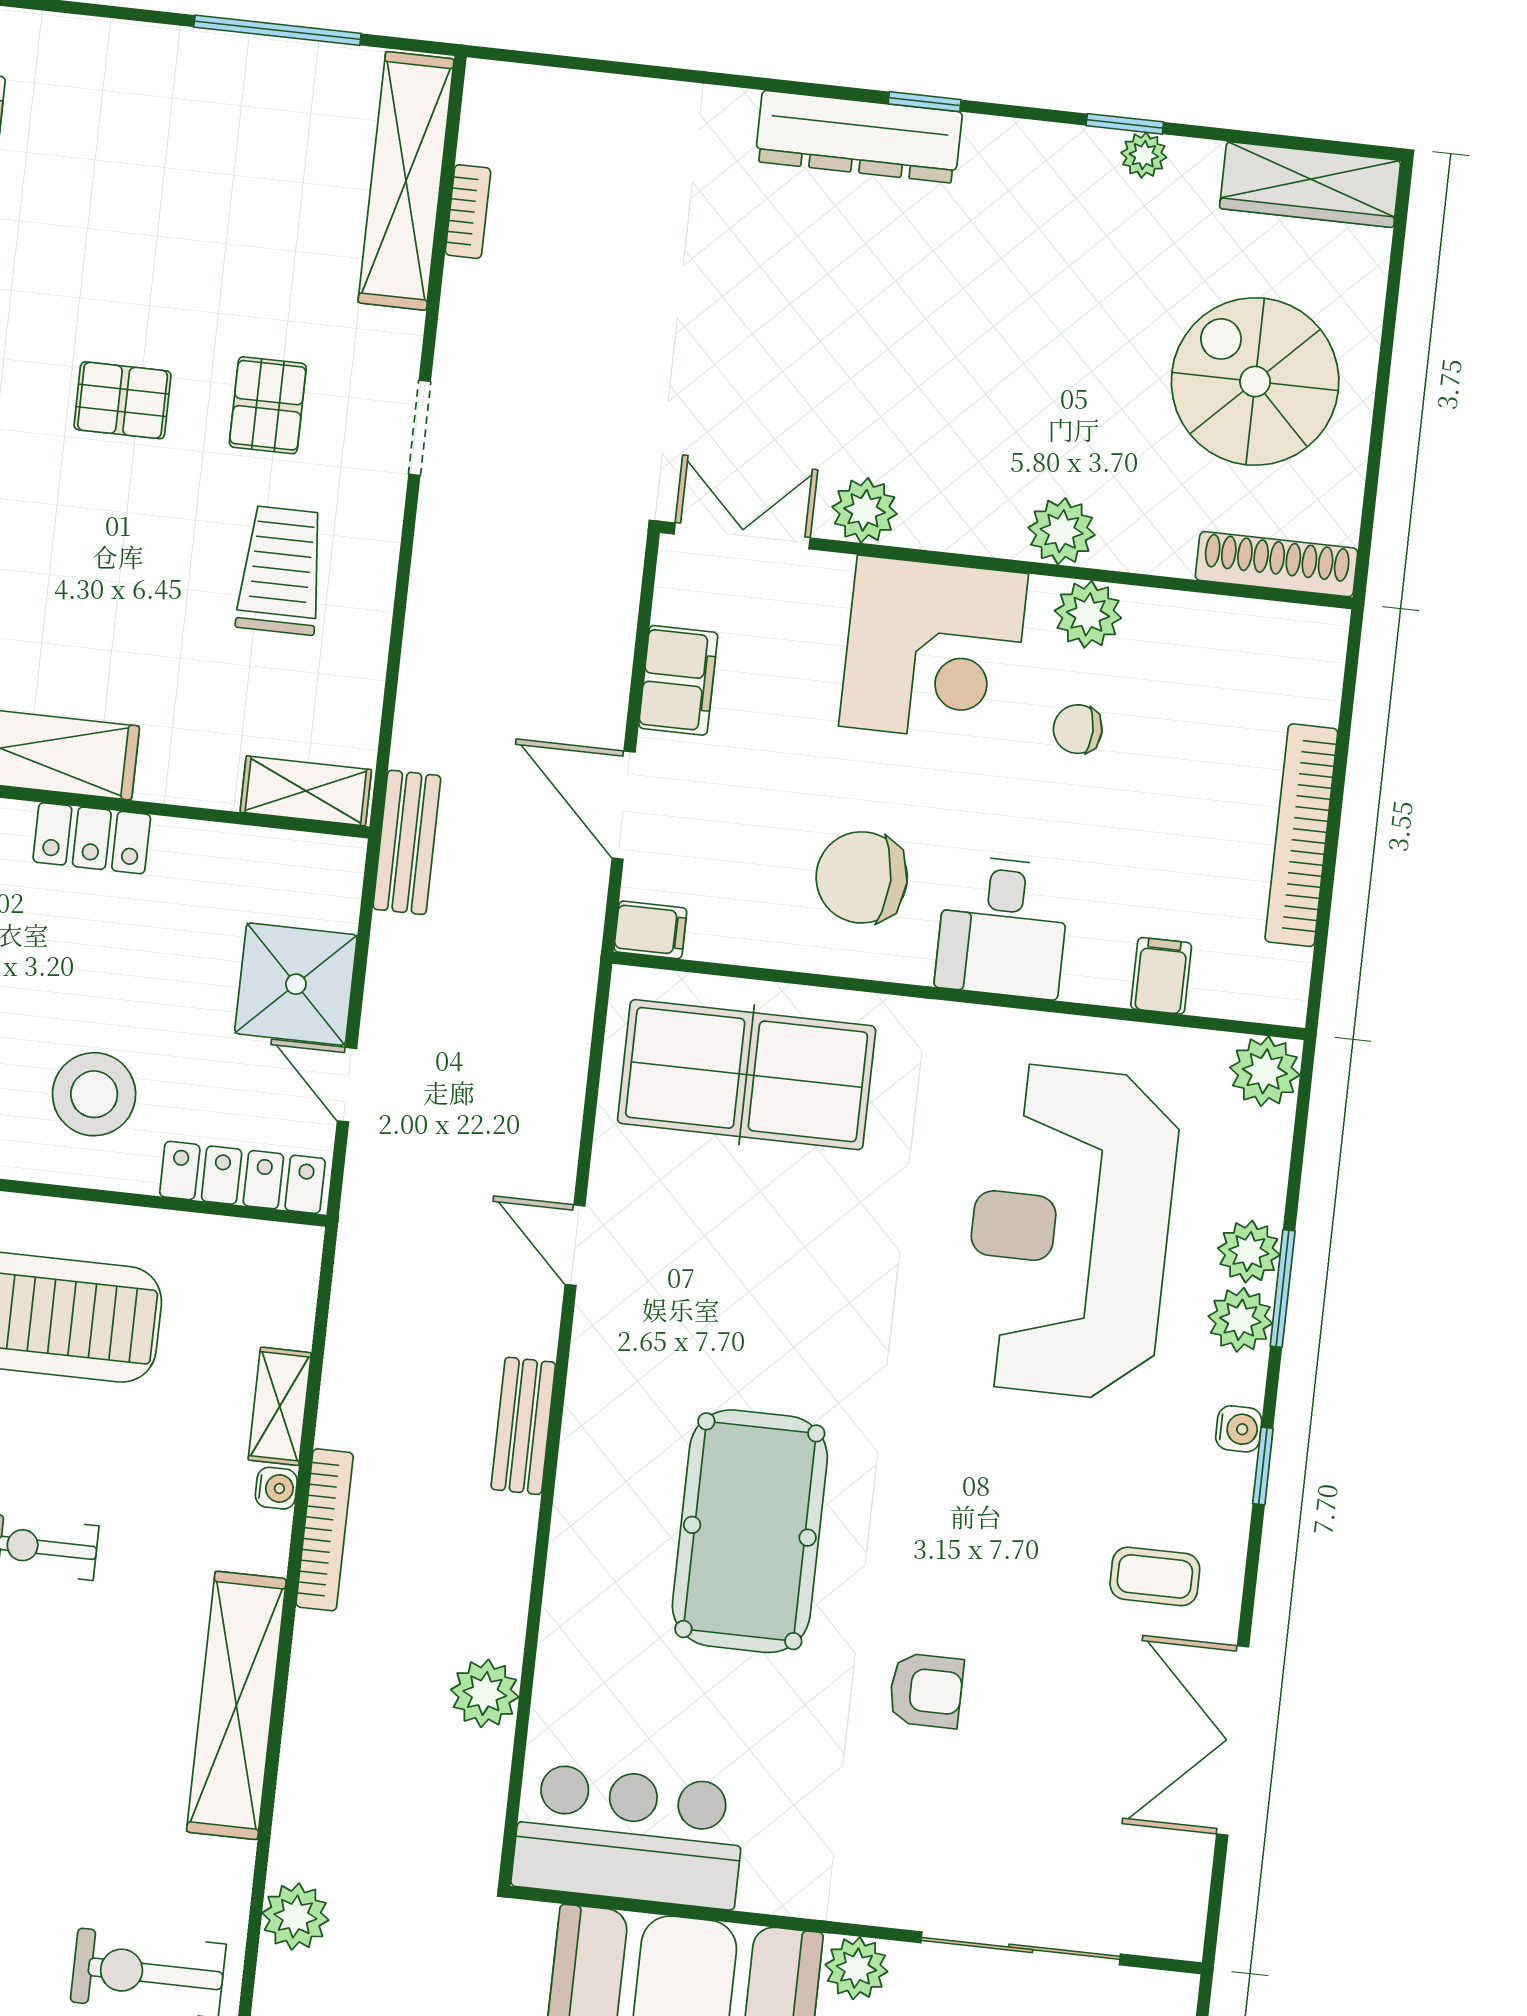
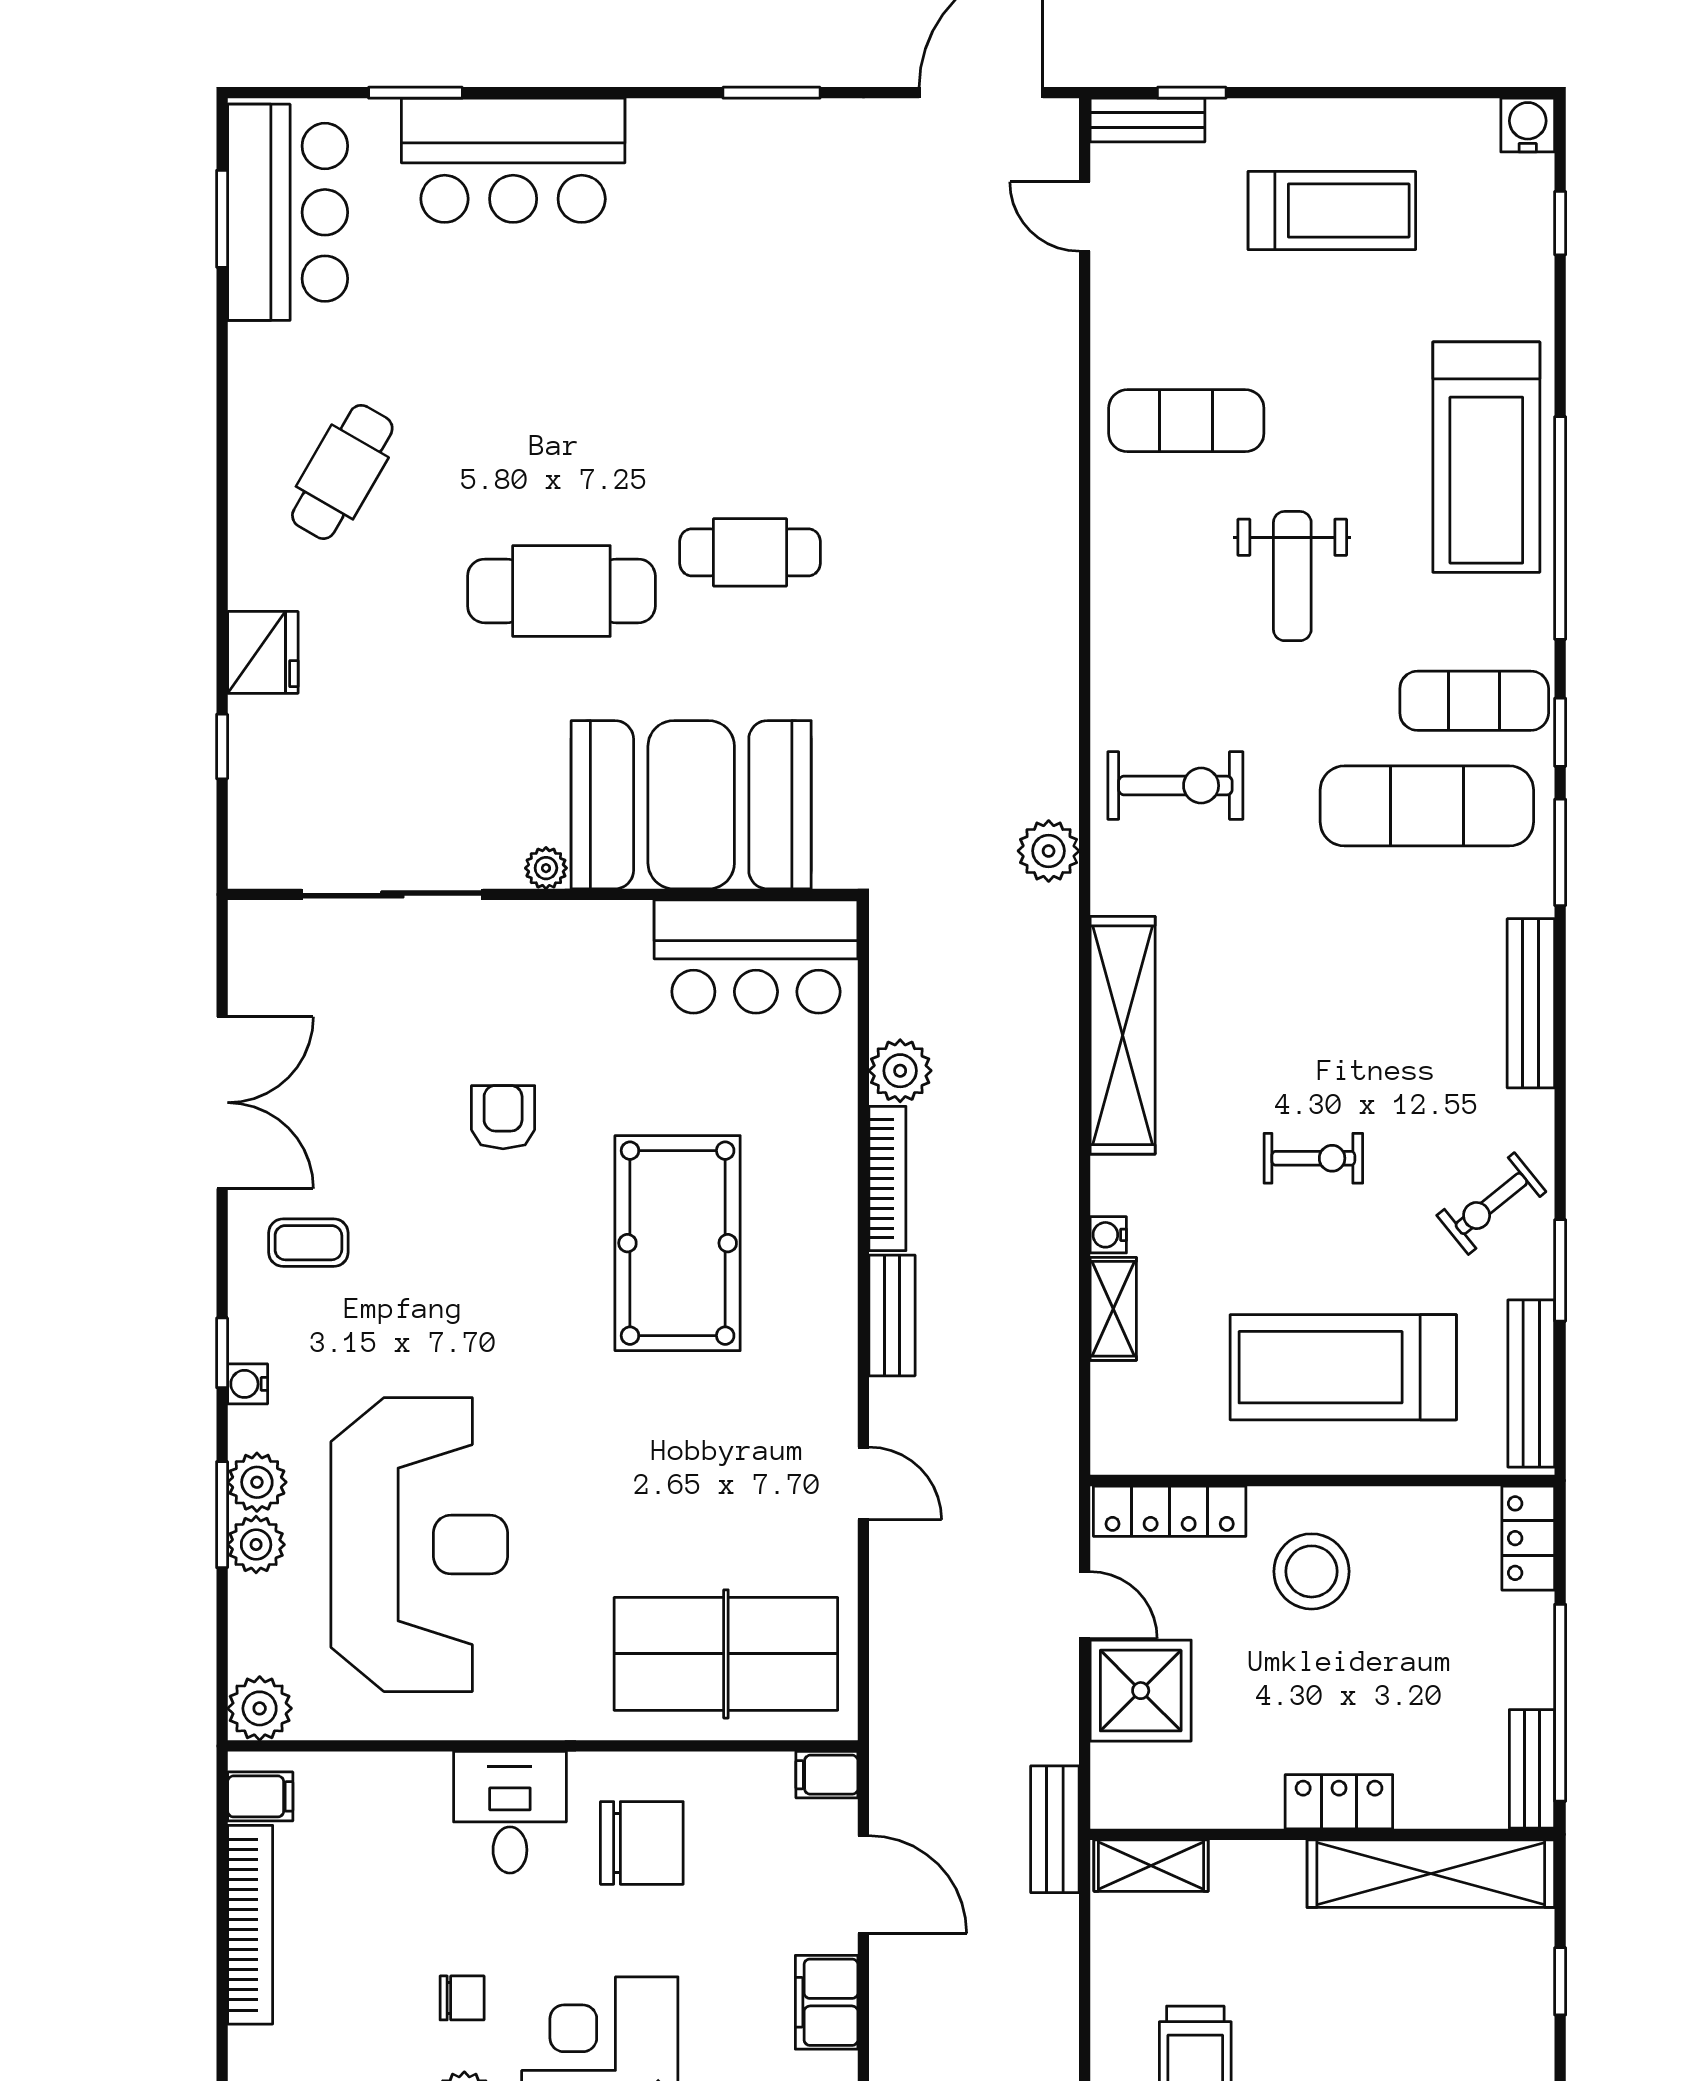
filing cabinet: (1161, 976) -> (260, 1796), moved, turned -90
bookcase: (325, 1530) -> (887, 1178), moved, turned 180
armchair: (926, 1691) -> (503, 1117), turned 90
plant: (856, 1968) -> (546, 868), width x0.73, depth x0.73

